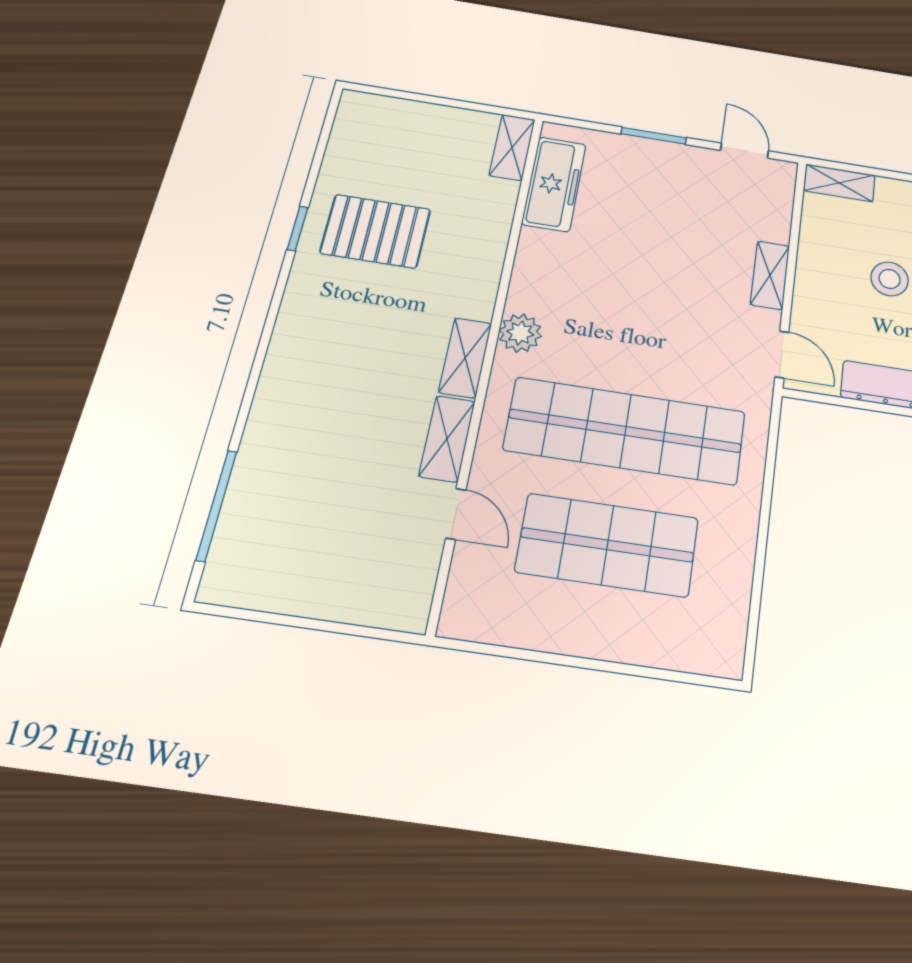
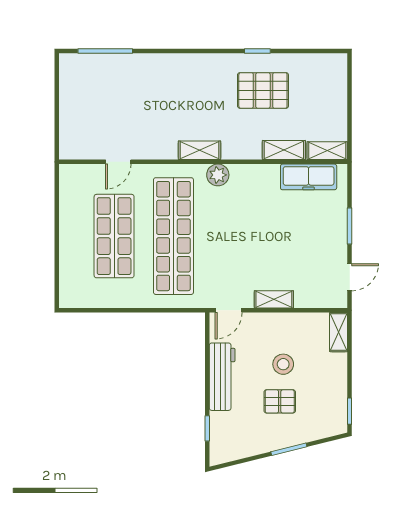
pallet: (376, 231) -> (263, 90), turned 90
shelving: (447, 439) -> (284, 150), moved

